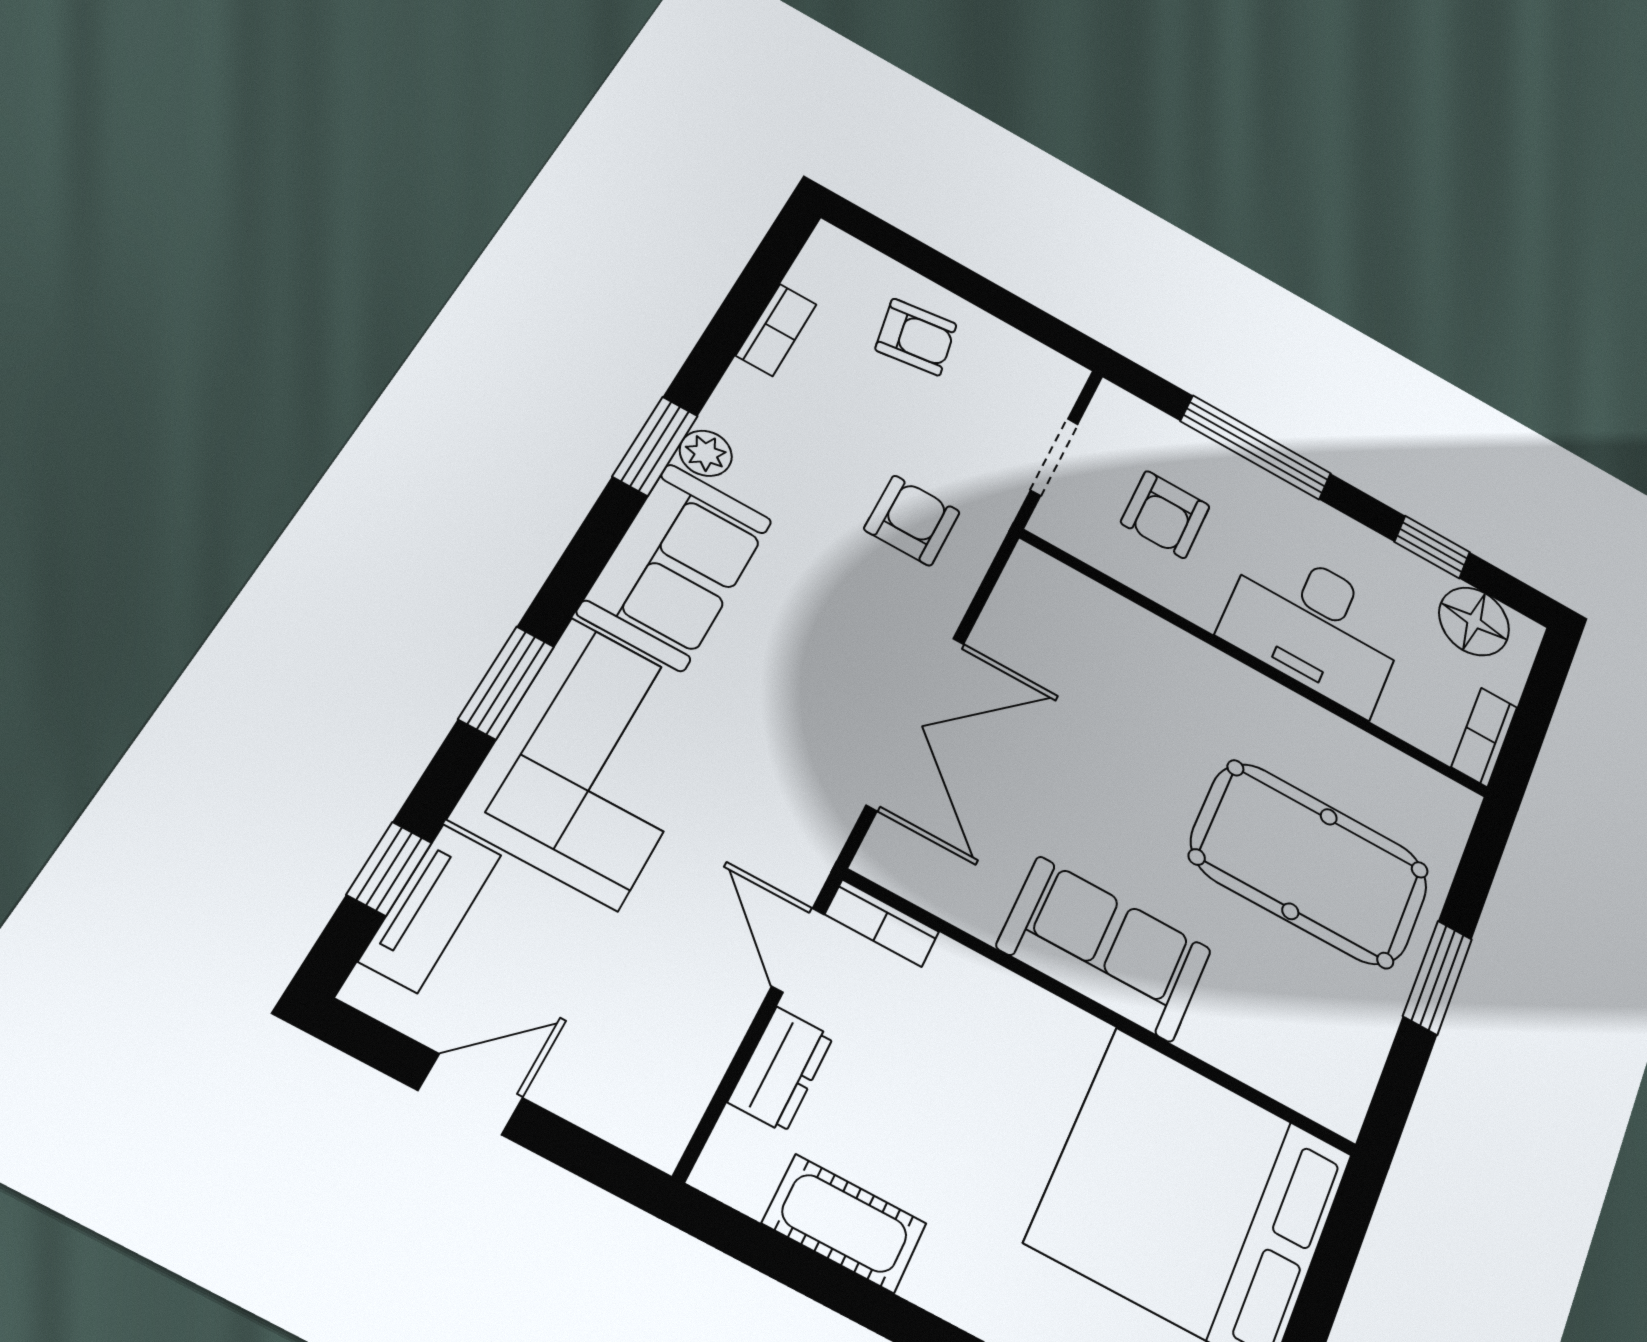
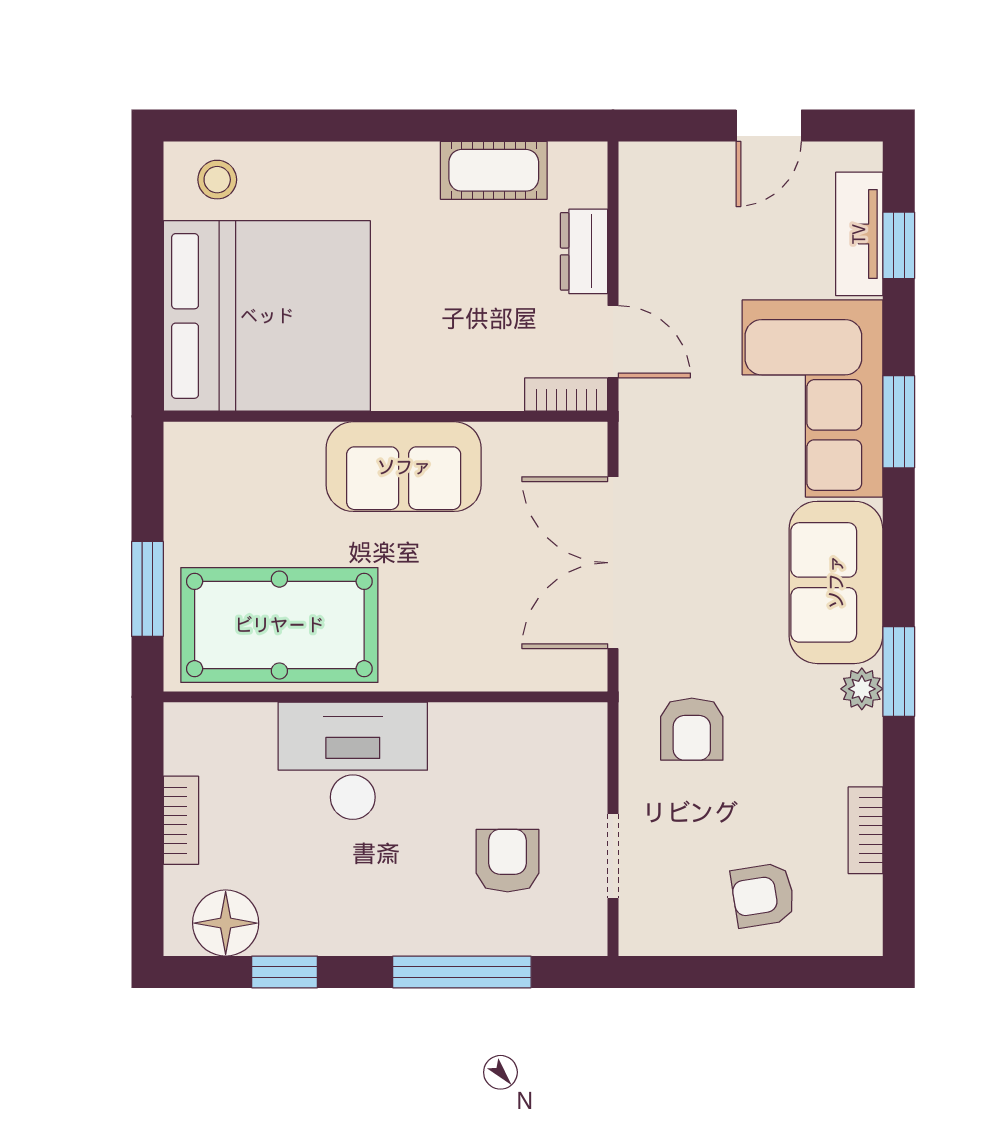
desk: (1314, 626) -> (353, 761), moved
wall: (1255, 664) -> (386, 697), moved

